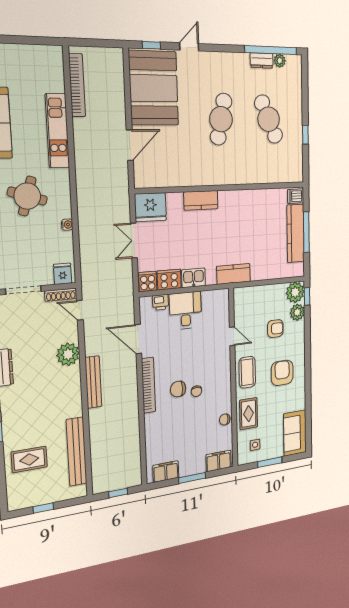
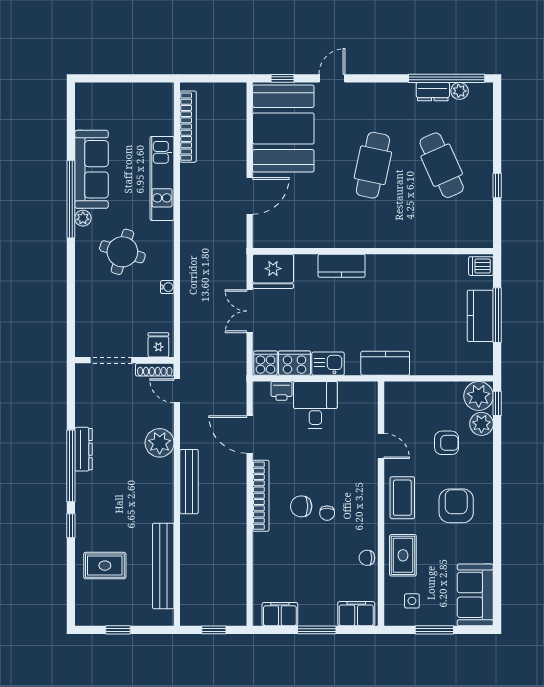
kitchen counter: (296, 233) -> (480, 316), width x0.67

